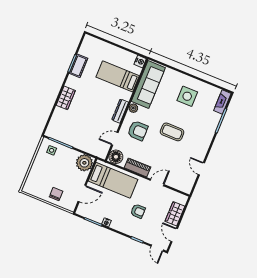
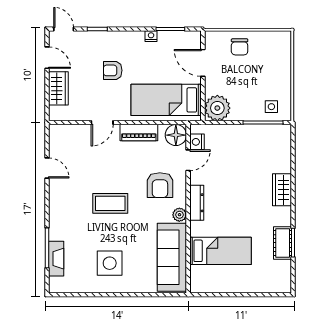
nightstand: (140, 62) -> (197, 142), moved
fireplace: (222, 102) -> (56, 259), moved
armchair: (138, 131) -> (160, 185), turned -90
door: (82, 193) -> (203, 63), hinge flipped

